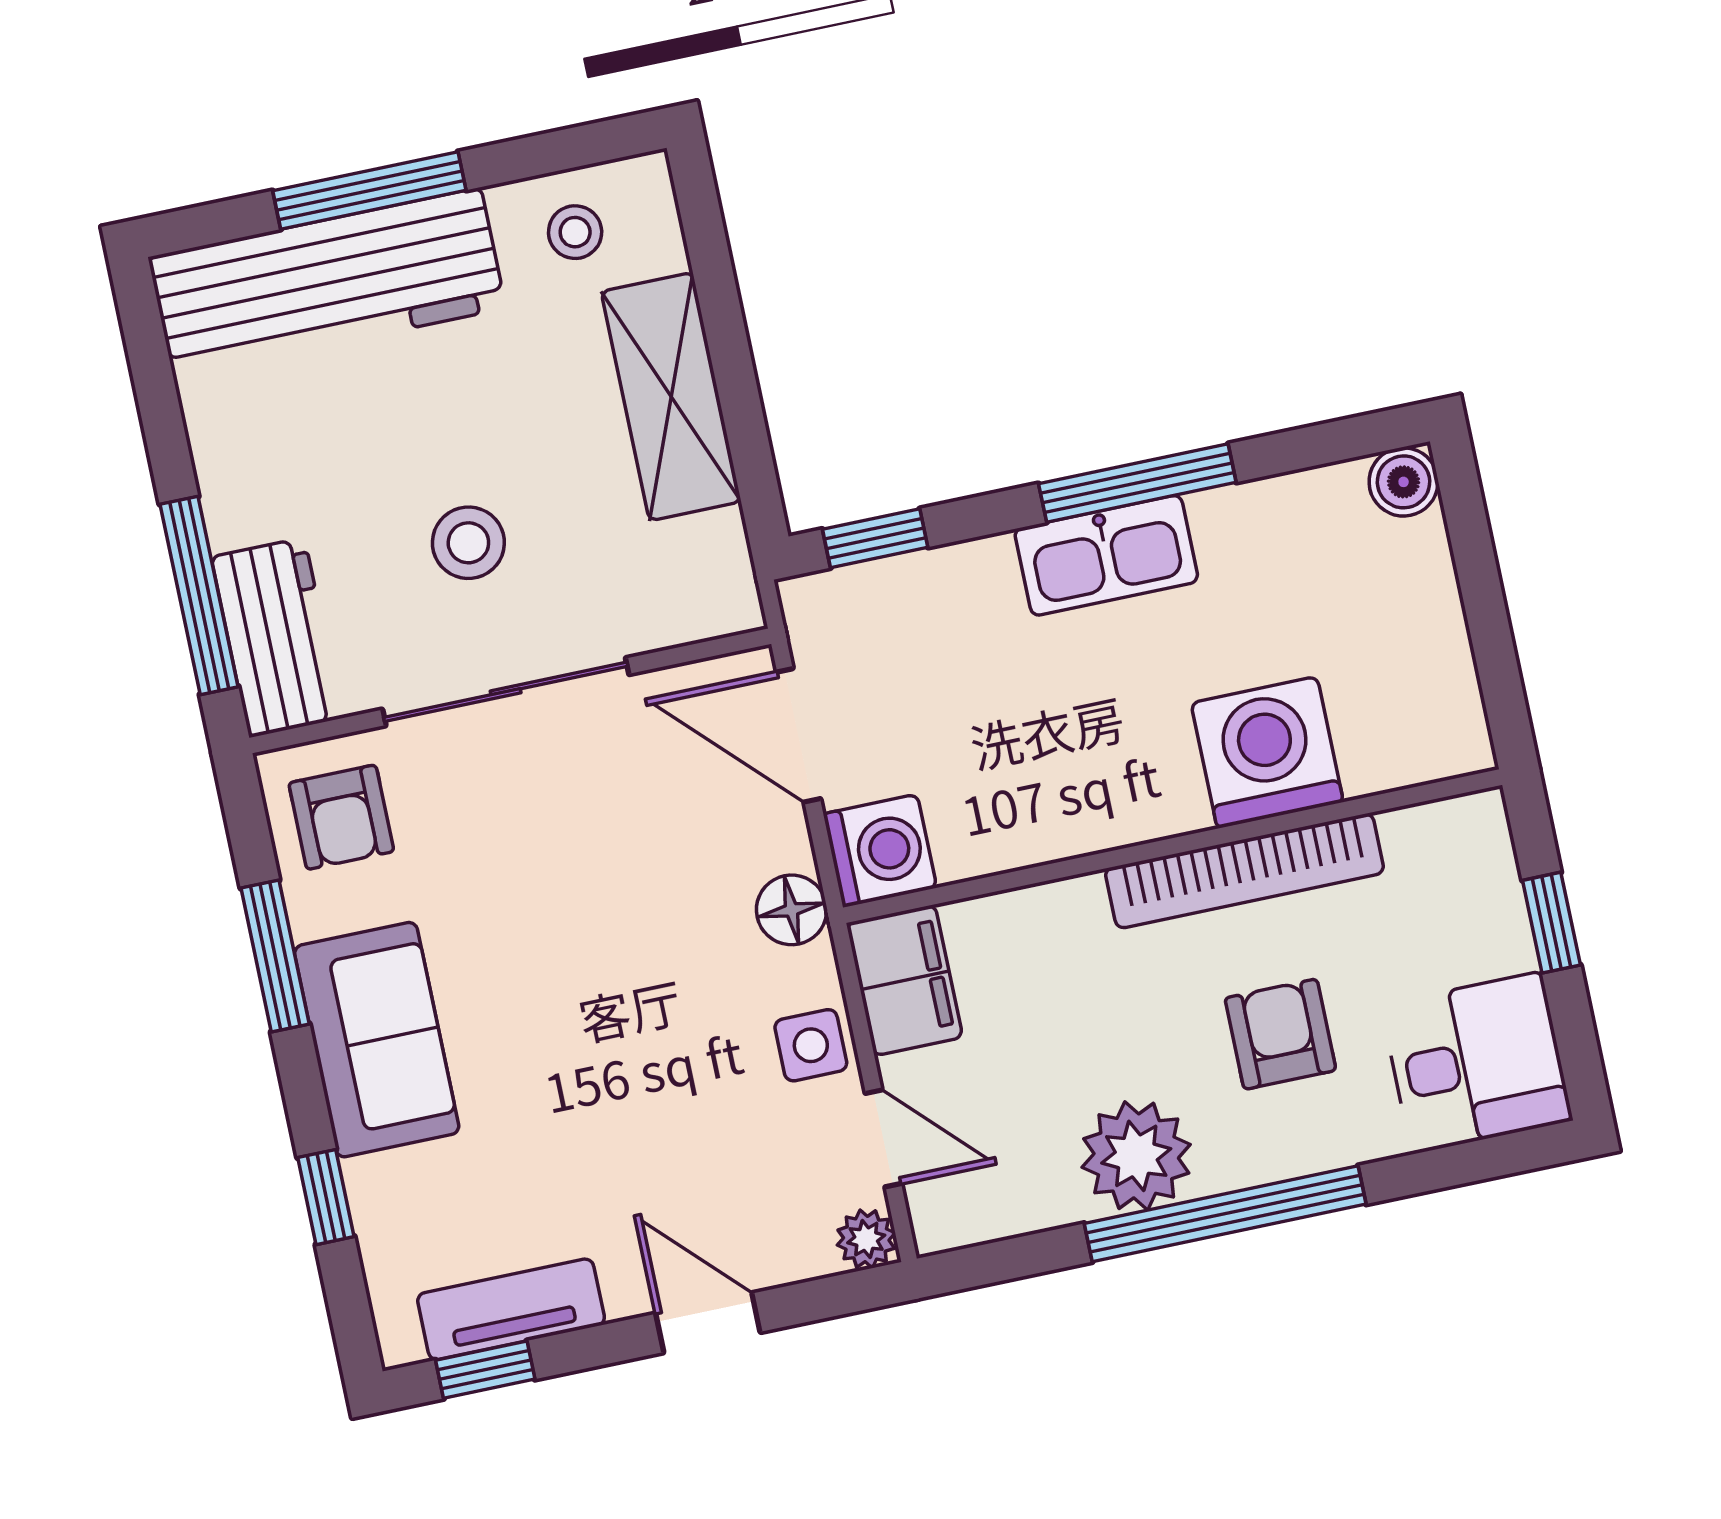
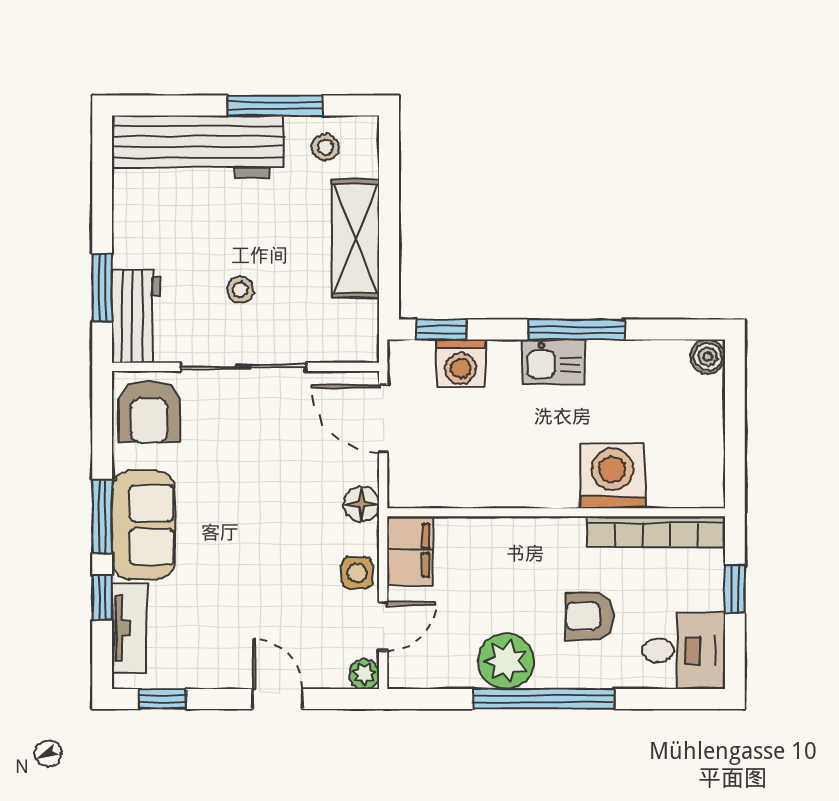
window: (369, 190) -> (275, 105), moved
stool: (468, 543) -> (240, 289), width x0.73, depth x0.73
kitchen sink: (1106, 555) -> (554, 362), width x0.73
window: (199, 595) -> (102, 287), width x0.69
armchair: (341, 817) -> (149, 412), width x1.38, depth x1.38
washing machine: (880, 851) -> (461, 364), moved, turned 90
bookcase: (1244, 871) -> (656, 532), moved
window: (275, 956) -> (102, 517), moved
armchair: (1280, 1034) -> (590, 616), turned -90
door: (883, 1138) -> (383, 626), hinge flipped
tv unit: (511, 1309) -> (129, 628), moved, turned 90

